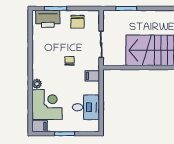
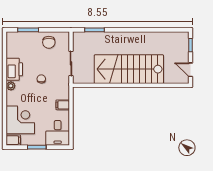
printer: (48, 19) -> (14, 69), moved, turned -90
filing cabinet: (92, 76) -> (63, 105), moved
plant: (37, 84) -> (11, 86), moved
desk: (86, 107) -> (58, 133), moved, turned 90

